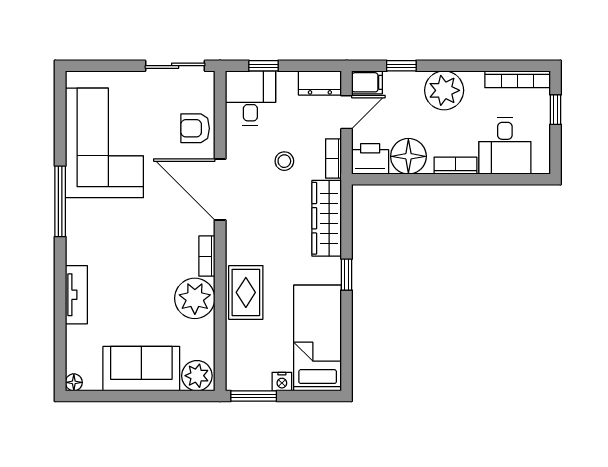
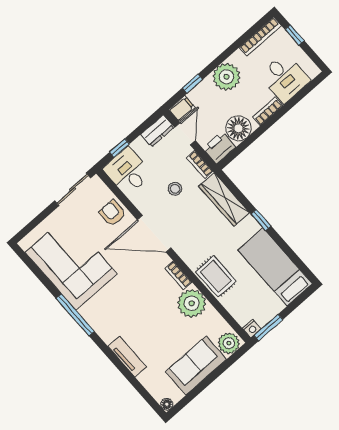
armchair: (195, 128) -> (112, 213), turned 90
nightstand: (282, 382) -> (252, 329), moved

